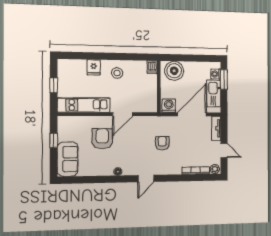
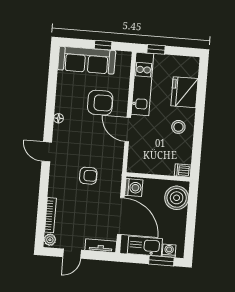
fridge: (94, 67) -> (185, 92), width x1.88, depth x1.34
window: (54, 85) -> (156, 49), moved
sofa: (68, 159) -> (87, 60), width x1.36

